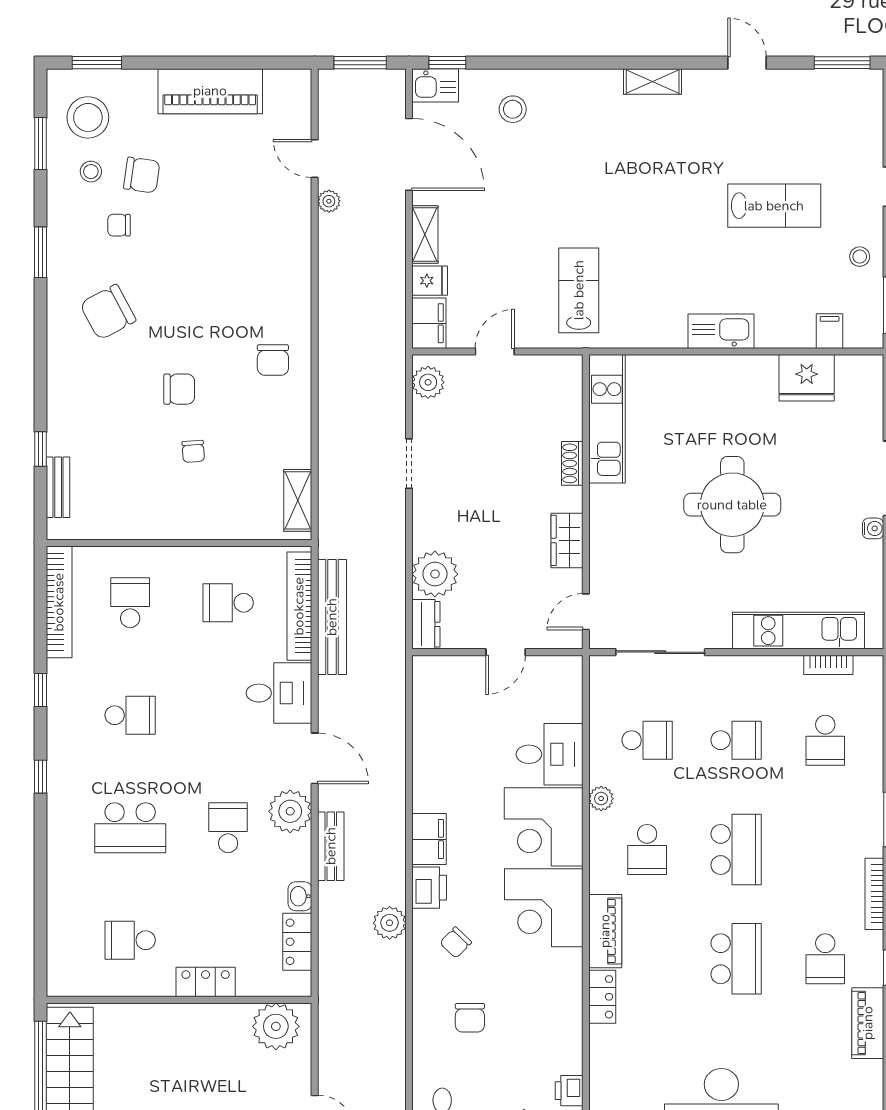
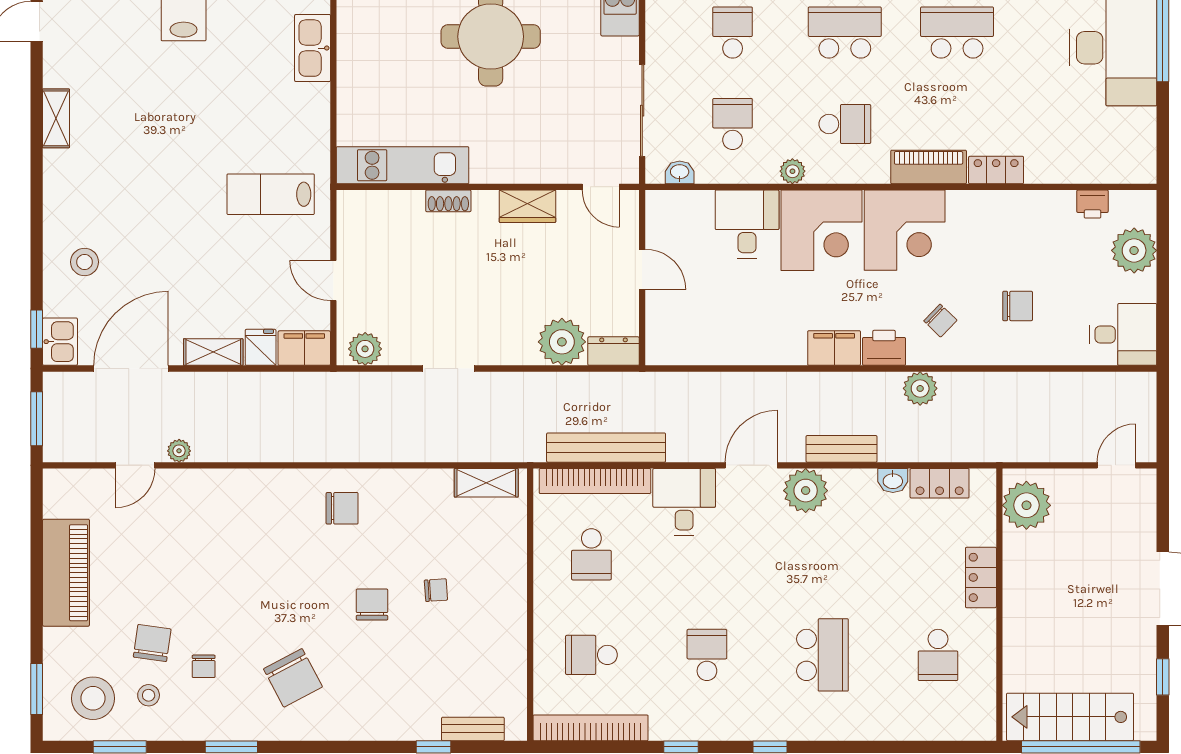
washbasin: (600, 689) -> (680, 172), added
school desk: (228, 828) -> (822, 554), removed

